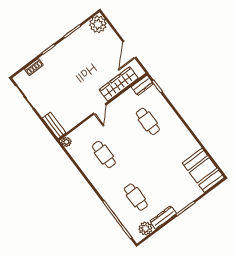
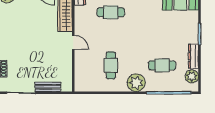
bench: (54, 125) -> (48, 87), moved
plant: (66, 142) -> (136, 83), moved, width x1.88, depth x1.88
cafe table: (104, 155) -> (111, 65), turned 90

